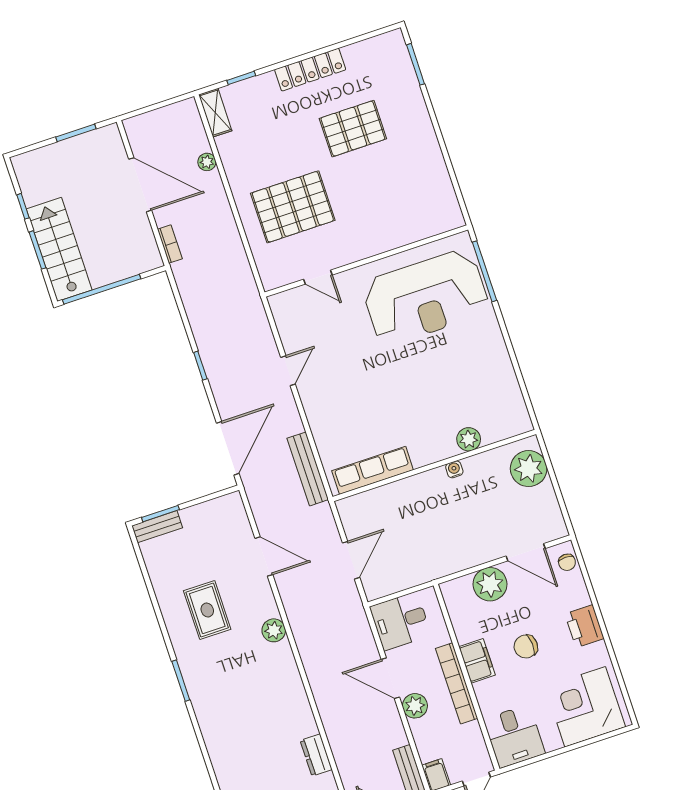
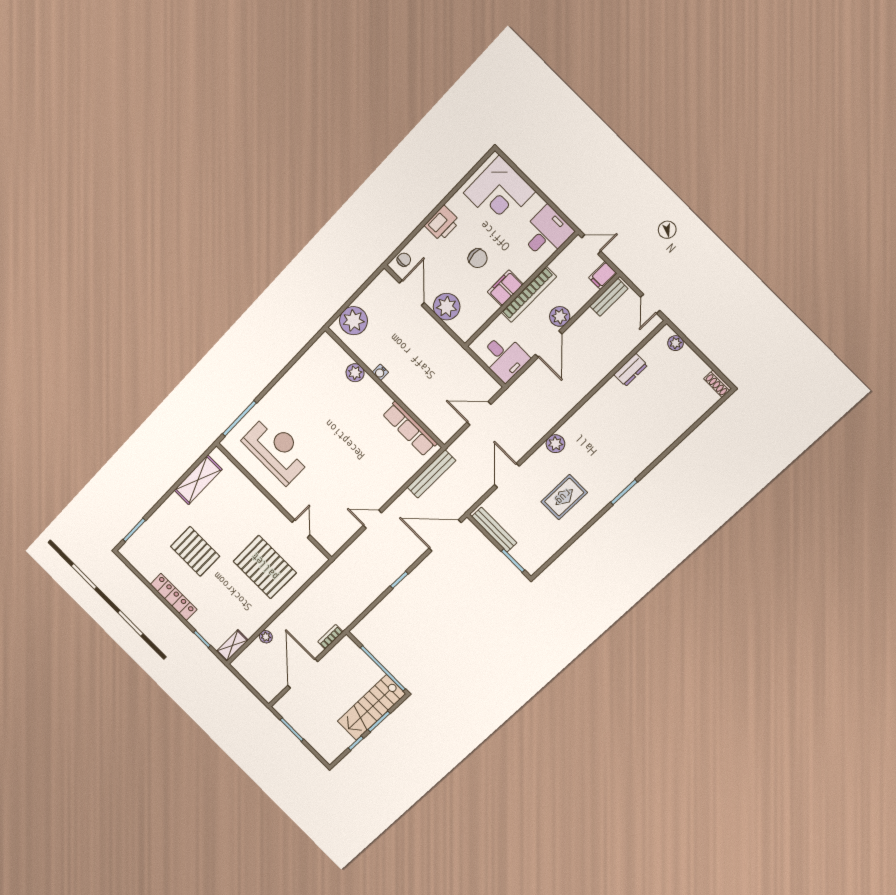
shelving: (437, 180) -> (198, 480), added
reception desk: (426, 297) -> (277, 450), width x0.74, depth x0.77
bench: (157, 527) -> (494, 530), moved, width x1.36

